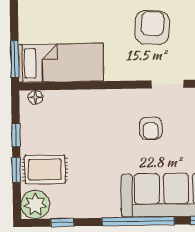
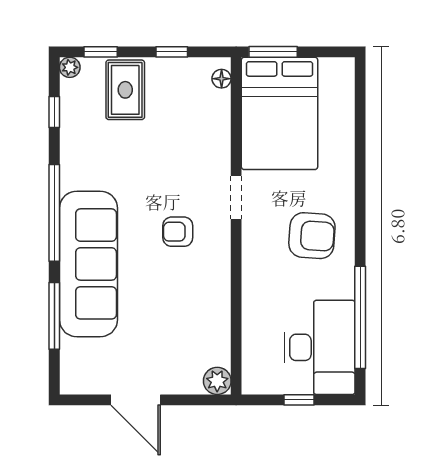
bed: (61, 63) -> (280, 113), width x1.50
doorway: (168, 84) -> (236, 197), moved
window: (16, 170) -> (101, 52), moved
plant: (35, 205) -> (70, 67), width x0.53, depth x0.53

